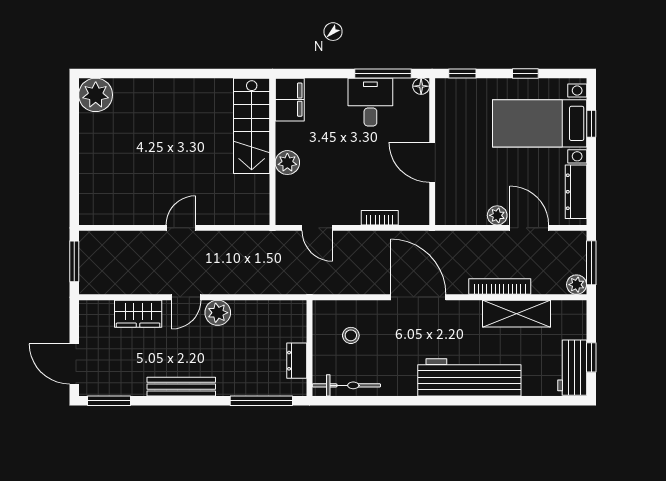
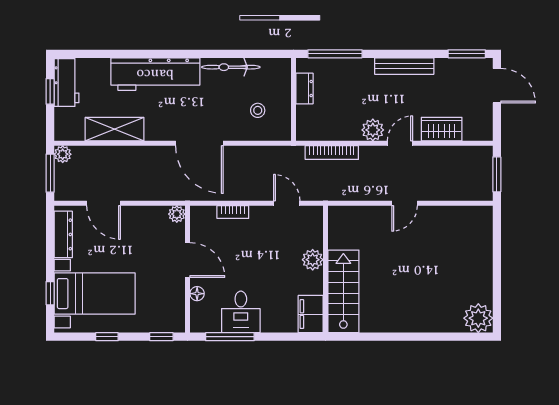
floor lamp: (421, 86) -> (197, 294), moved
plant: (497, 215) -> (177, 214), moved
bookcase: (500, 287) -> (332, 153), moved
bicycle: (346, 385) -> (231, 67), moved

